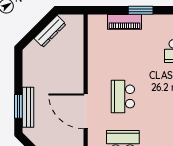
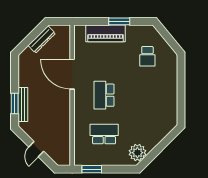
piano: (124, 22) -> (105, 33), width x1.37, depth x1.33
door: (86, 111) -> (72, 74), moved

